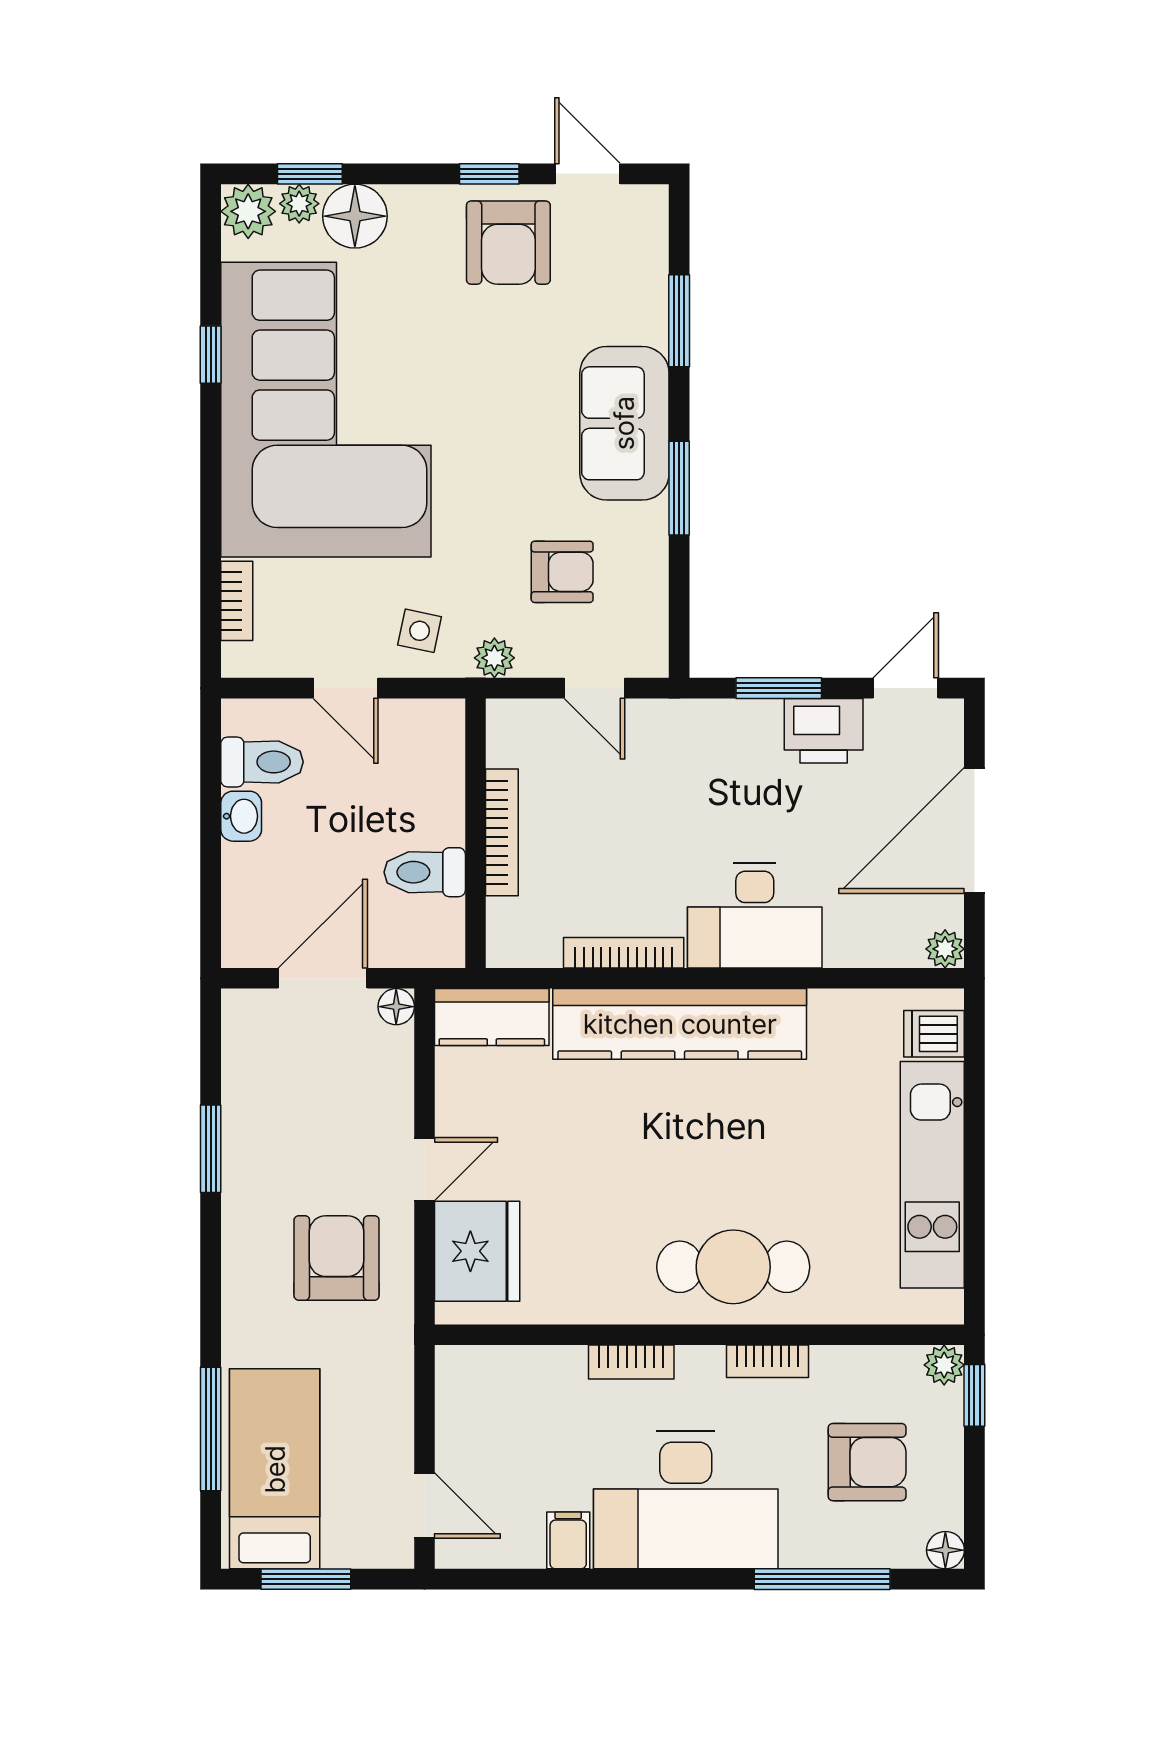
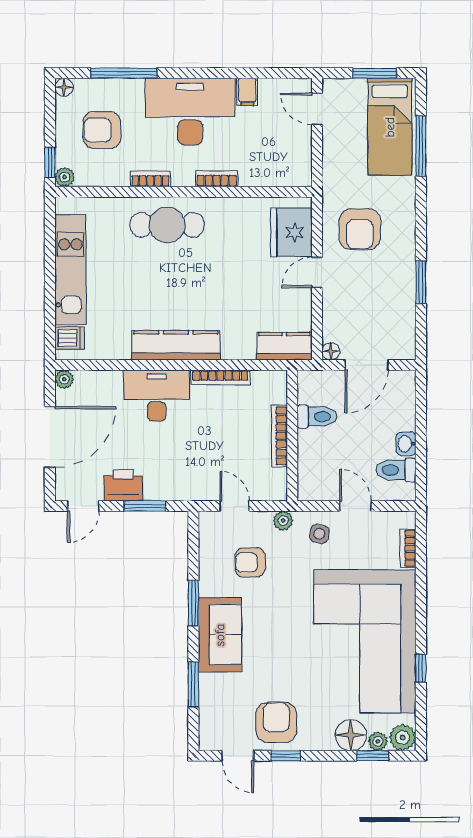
kitchen counter: (680, 1024) -> (176, 345), width x0.72, depth x0.86

